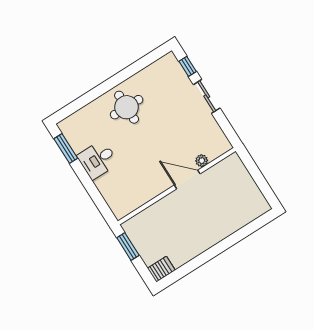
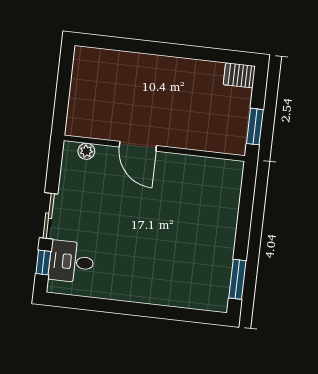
round table: (127, 107) -> (140, 271), removed
desk: (98, 160) -> (71, 262), moved, turned 180
plant: (202, 161) -> (86, 151), moved

